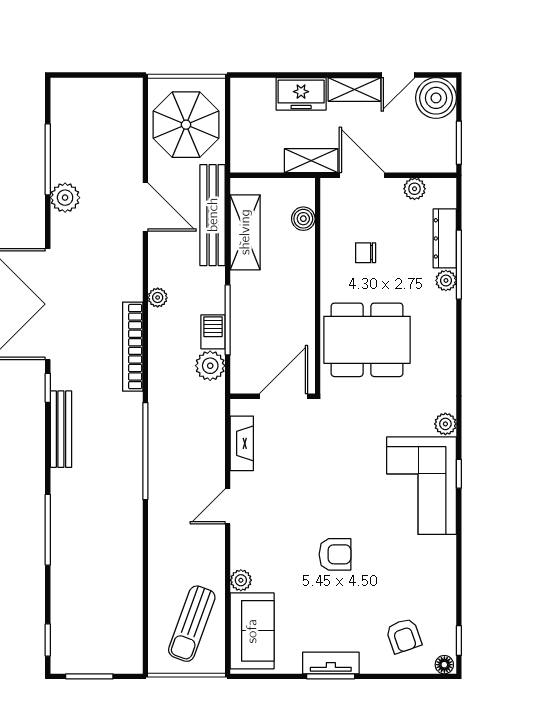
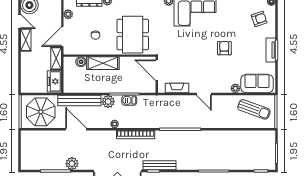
freezer: (301, 94) -> (54, 81), moved, turned 180
door: (145, 207) -> (76, 129), hinge flipped
shelving: (245, 232) -> (103, 63), moved
plant: (210, 366) -> (108, 102), moved
bench: (61, 429) -> (159, 165), moved

